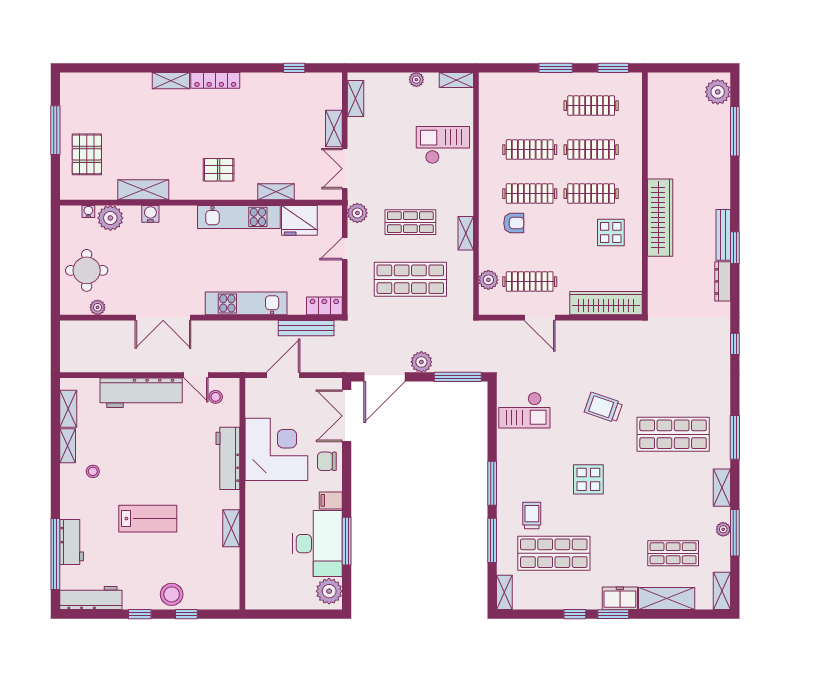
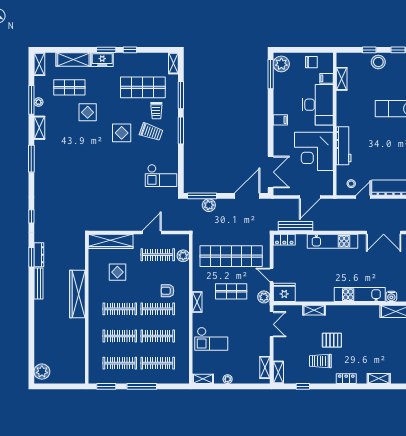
window: (556, 68) -> (142, 386), width x1.44
locker: (215, 80) -> (346, 379), width x0.66
clothes rail: (530, 106) -> (158, 363), added
trolley: (266, 109) -> (320, 361), added
shelving: (334, 129) -> (278, 372), moved
window: (735, 131) -> (31, 347), removed
pallet: (219, 170) -> (332, 340), moved
kitchen unit: (239, 217) -> (360, 295), moved
fridge: (299, 220) -> (284, 292), moved
shelving: (466, 233) -> (197, 302), moved
display table: (611, 233) -> (117, 272), moved
window: (735, 248) -> (31, 257), moved
door: (345, 249) -> (272, 275), swing flipped
shop shelf: (410, 279) -> (231, 256), width x1.40
double door: (163, 318) -> (384, 232), swing flipped
door: (540, 318) -> (152, 232), hinge flipped
plant: (421, 362) -> (209, 205), moved
door: (196, 375) -> (363, 197), hinge flipped
trolley: (603, 407) -> (151, 132), moved
checkout: (524, 410) -> (161, 175), turned 180
shop shelf: (673, 434) -> (69, 161), removed
chair: (327, 461) -> (311, 62), moved
display table: (644, 513) -> (88, 112), added
shelving: (231, 528) -> (342, 79), moved
window: (347, 541) -> (271, 74), moved
desk: (317, 544) -> (318, 105), moved, turned 180
filing cabinet: (256, 568) -> (326, 78), added

